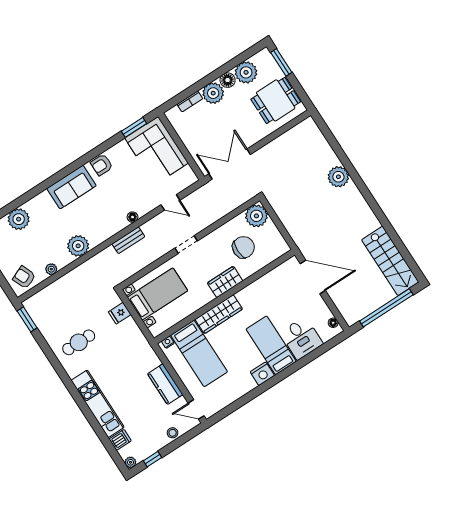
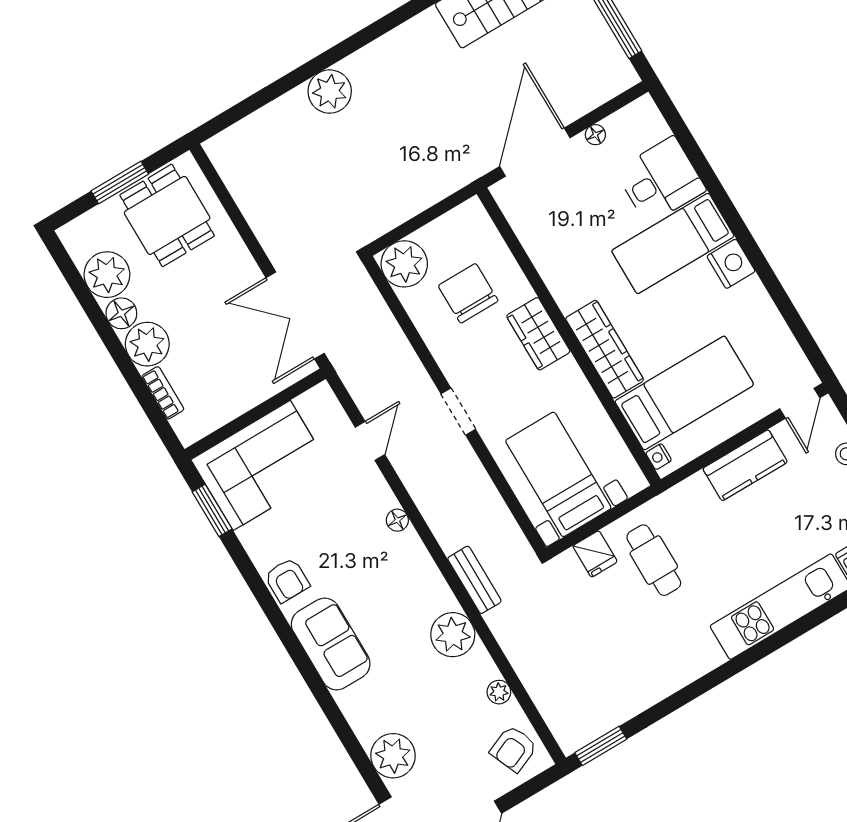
window: (281, 62) -> (120, 183), moved
bench: (128, 240) -> (474, 580), moved
floor lamp: (333, 323) -> (595, 135), moved
cafe table: (79, 342) -> (654, 560), moved

